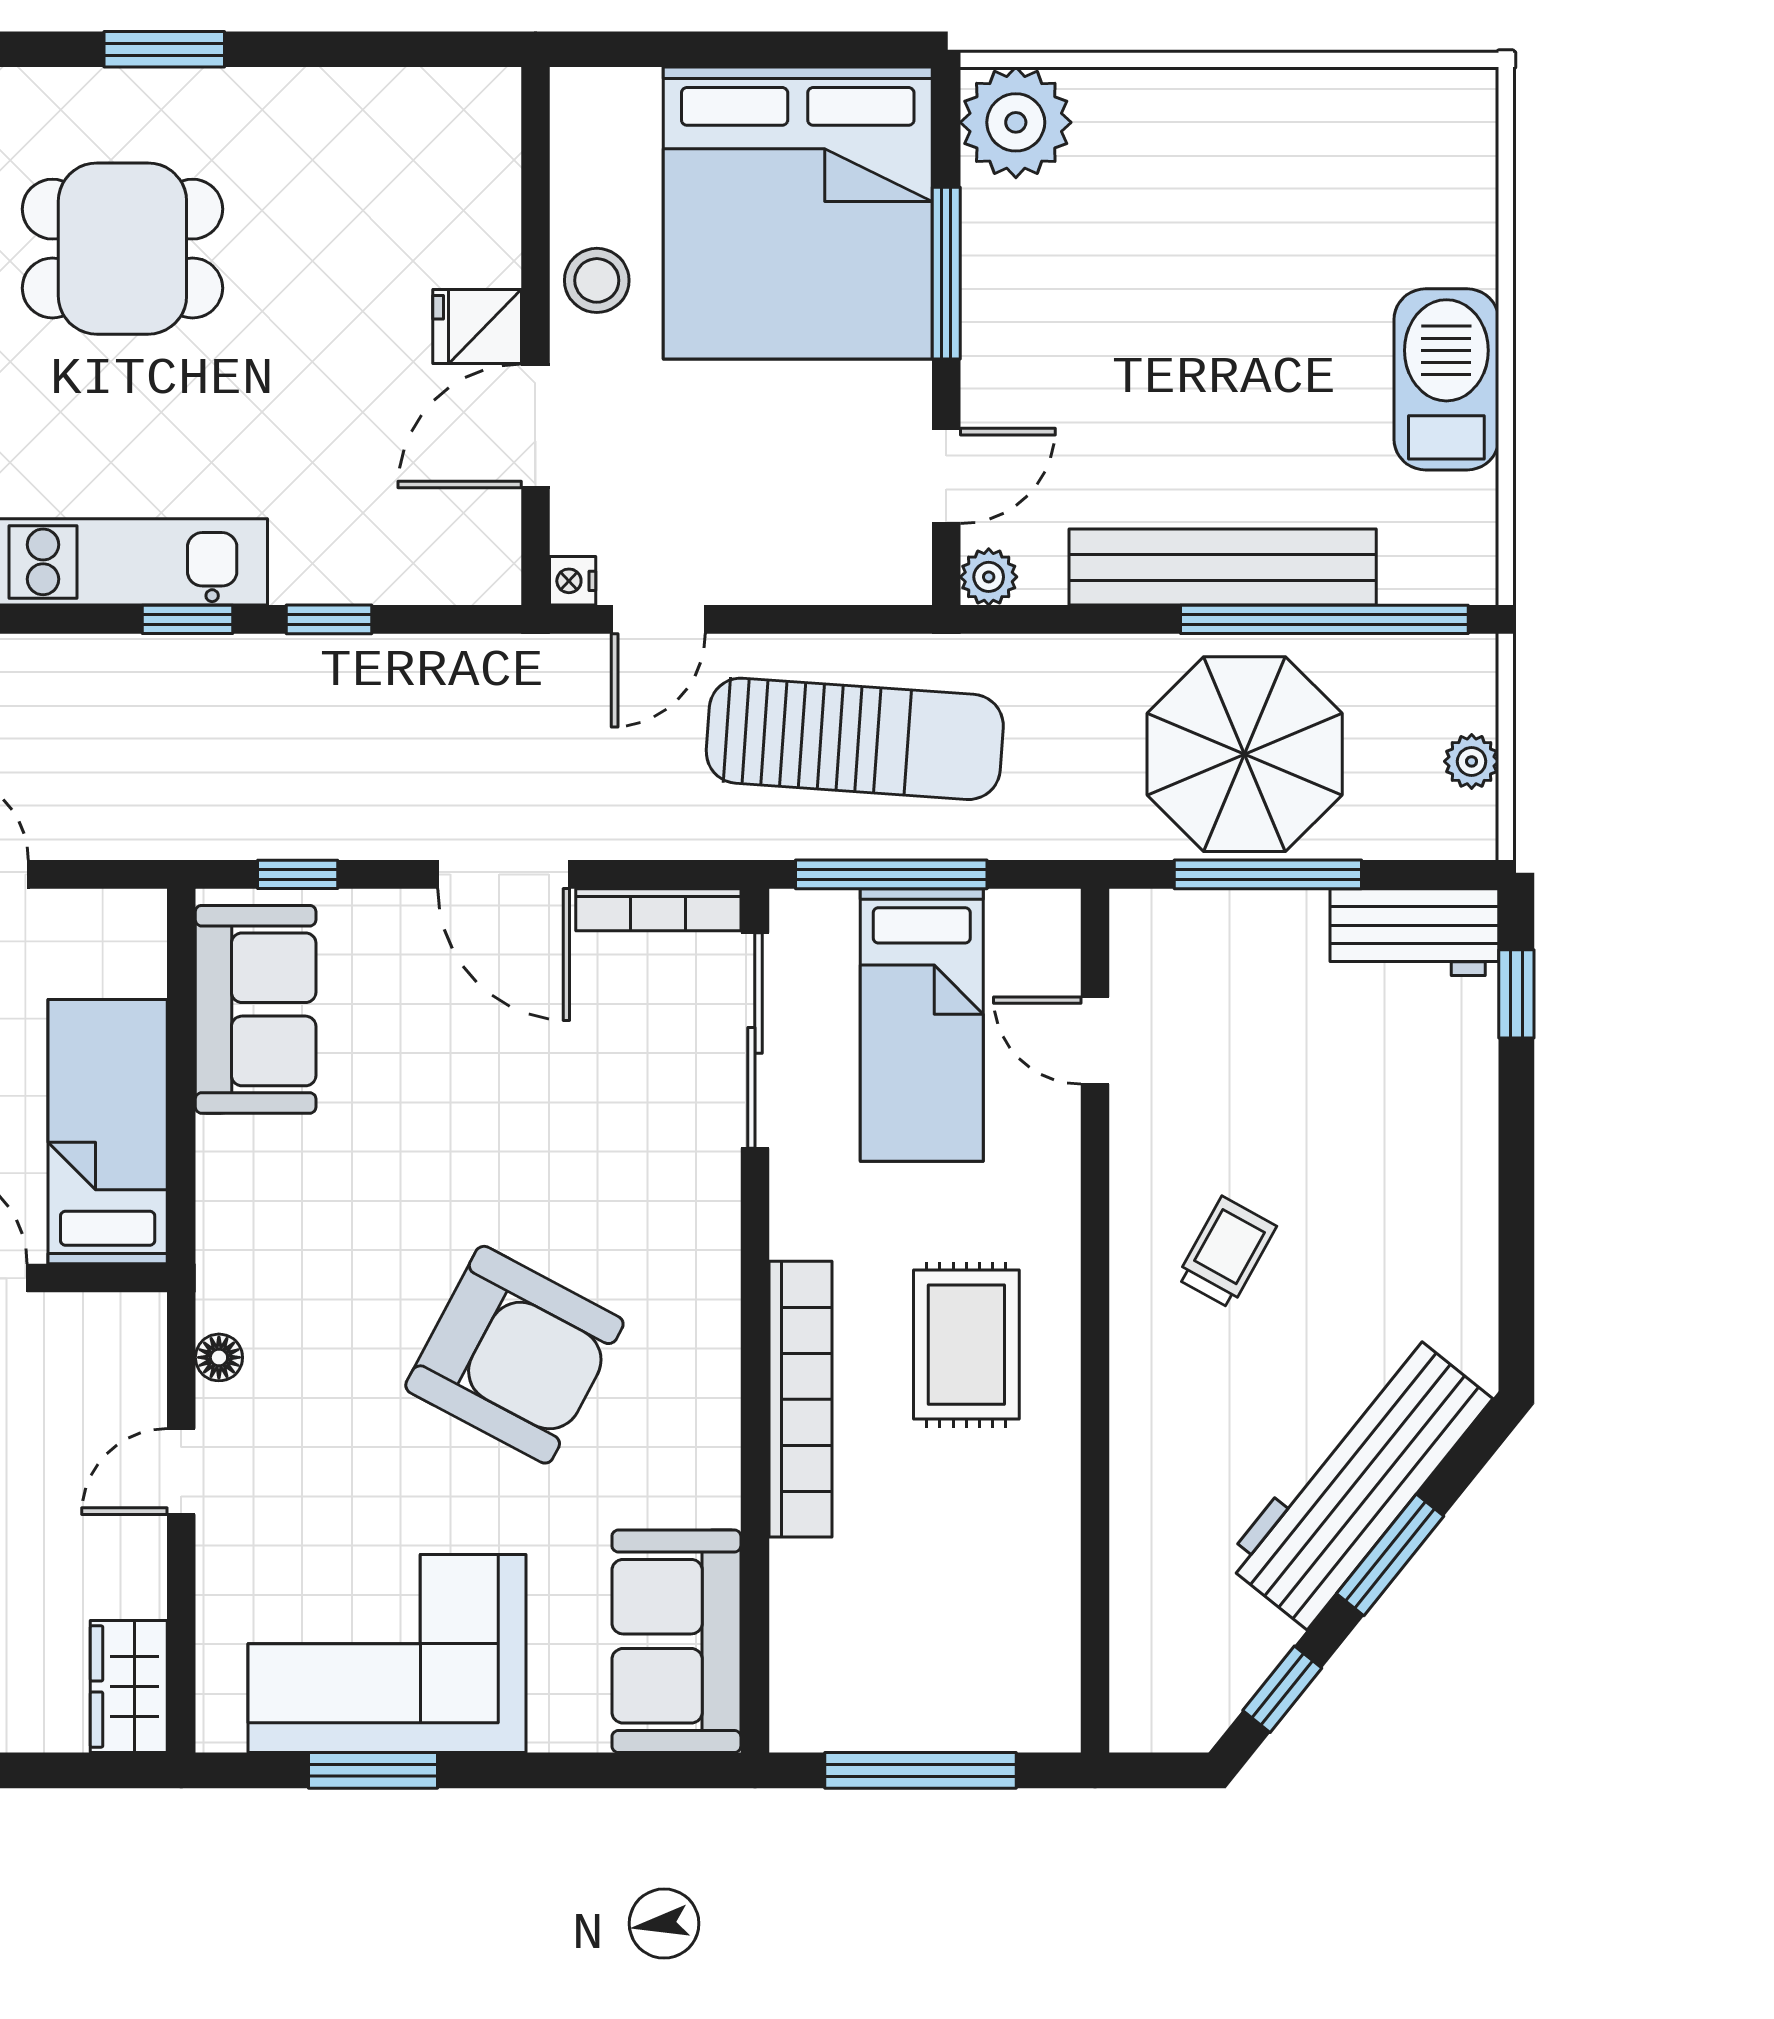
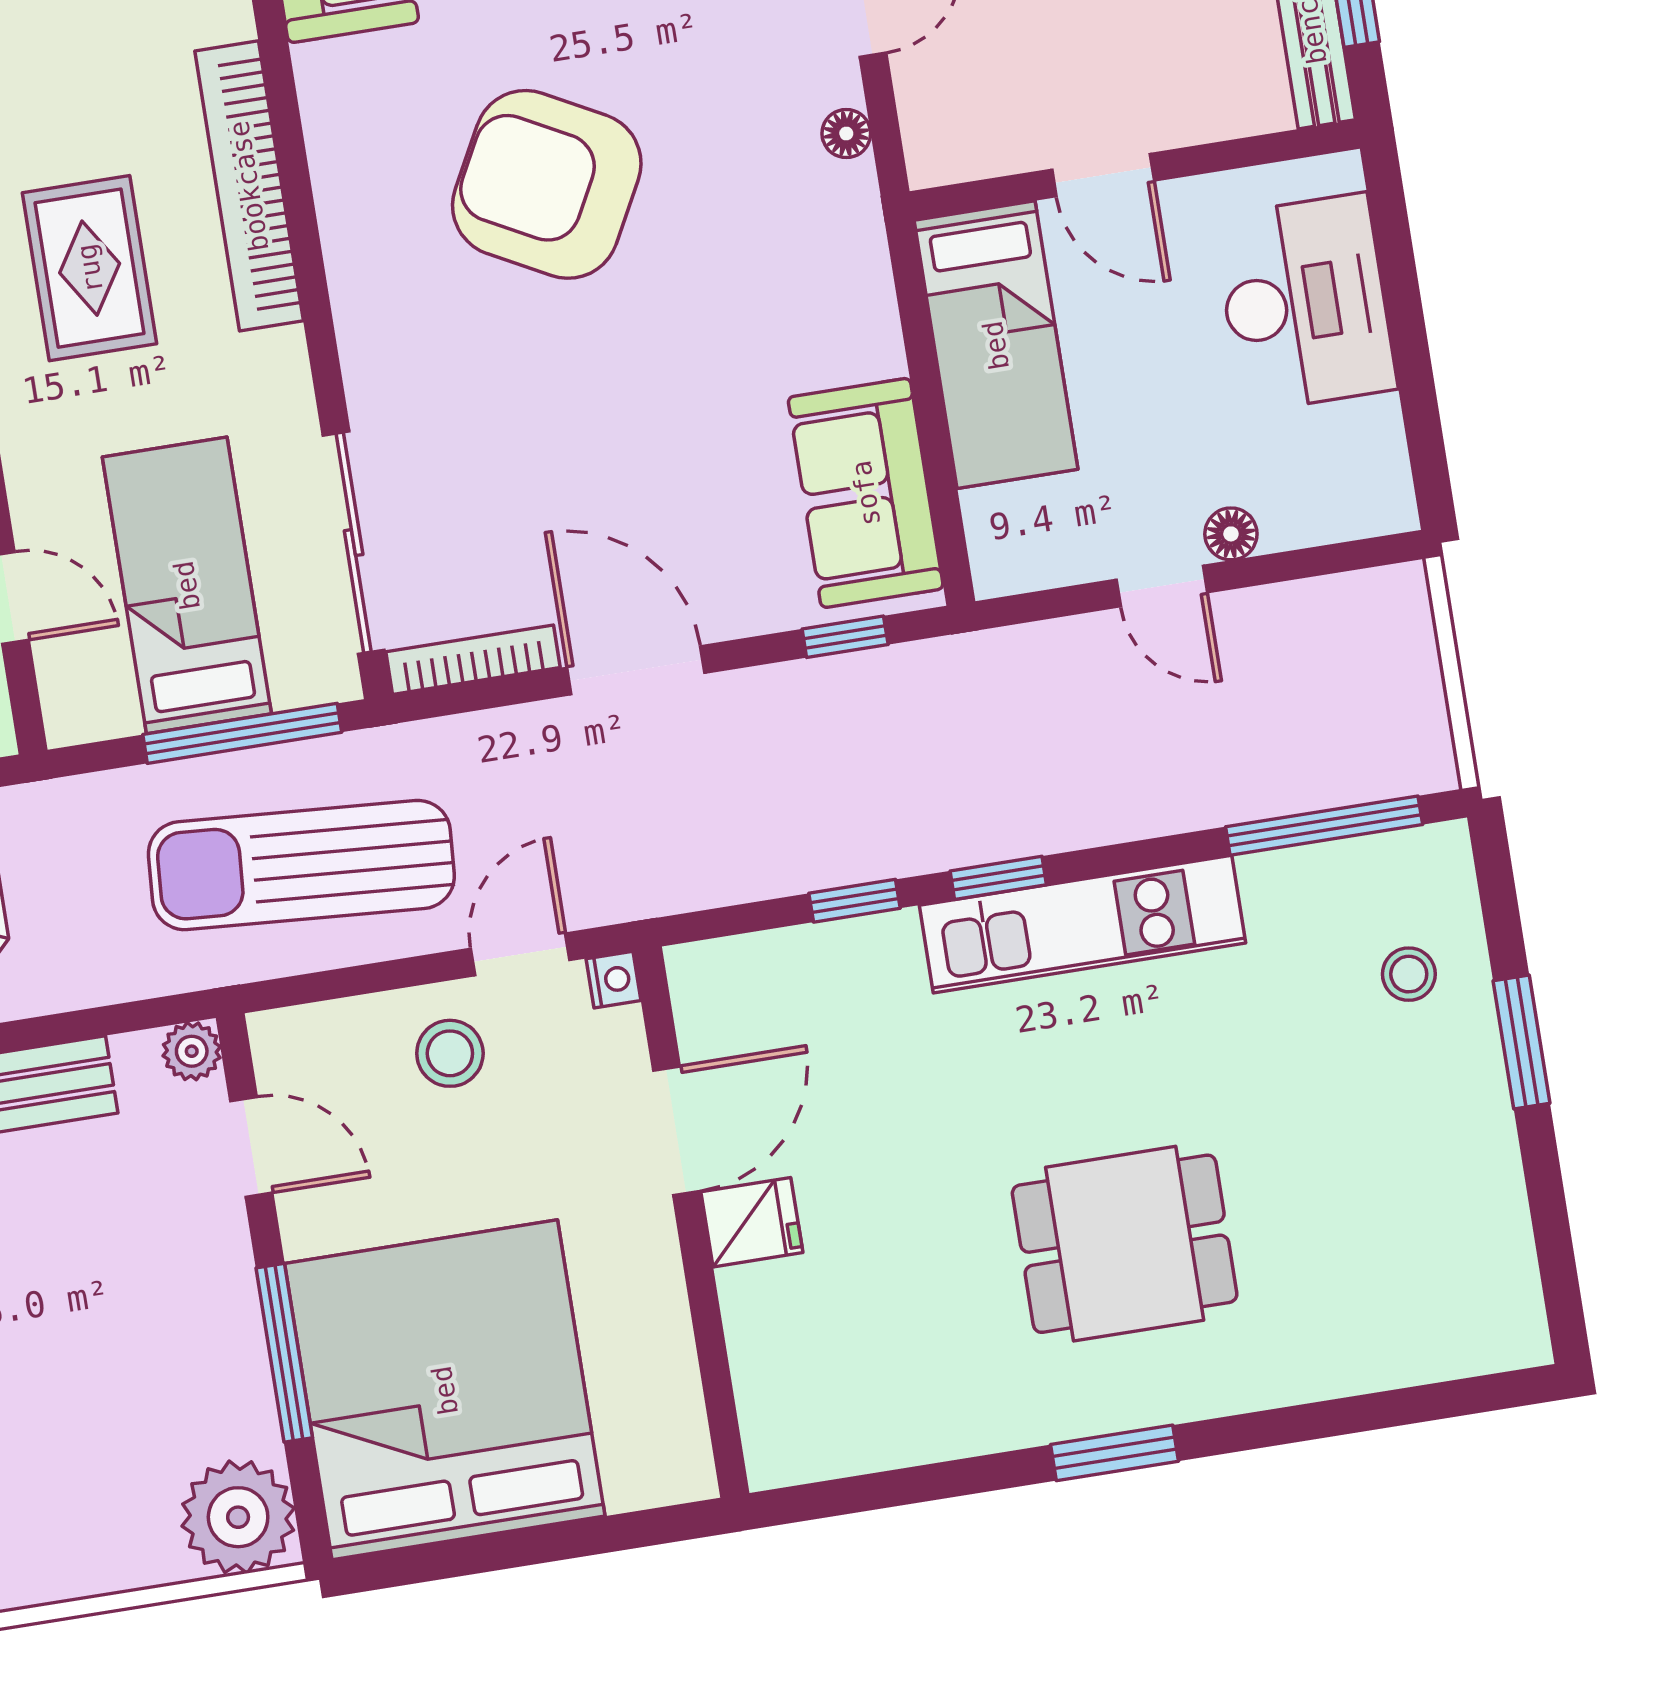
stool: (597, 280) -> (450, 1053), moved
door: (946, 476) -> (251, 1147), swing flipped

